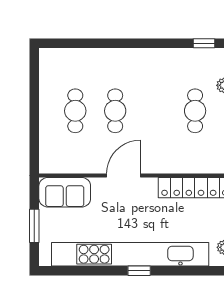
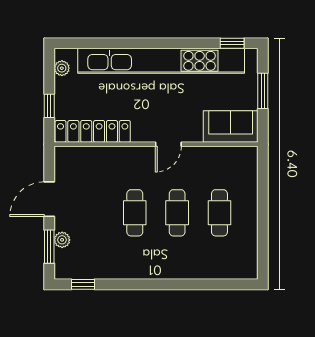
cafe table: (195, 111) -> (135, 213), moved
door: (124, 176) -> (168, 144), width x0.73
window: (139, 271) -> (232, 43), moved

